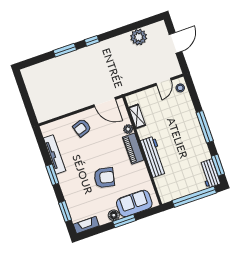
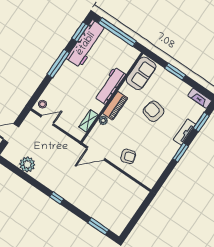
window: (65, 50) -> (98, 226), moved
door: (105, 102) -> (96, 153), swing flipped
tv unit: (55, 154) -> (185, 132), moved, width x0.71
workbench: (210, 173) -> (86, 44), width x1.87, depth x1.32
sofa: (134, 203) -> (141, 73), moved, turned -90
floor lamp: (114, 215) -> (177, 83), removed

